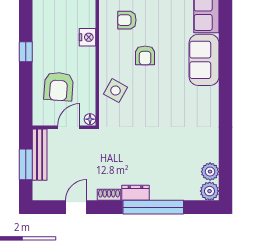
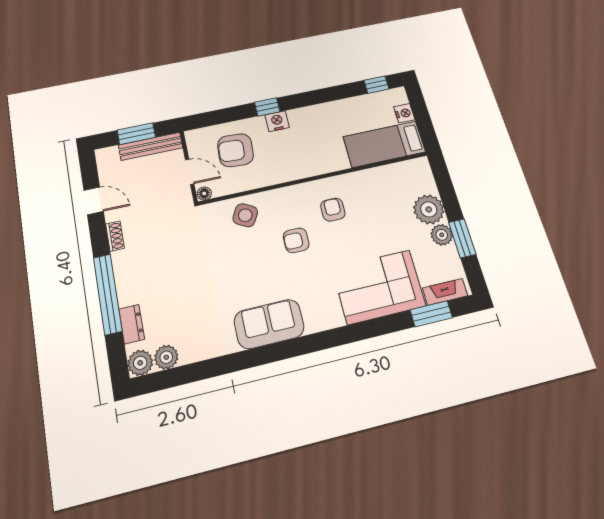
nightstand: (88, 37) -> (277, 121), moved, turned 180
sofa: (204, 60) -> (269, 324), moved
dresser: (136, 193) -> (132, 324), moved

